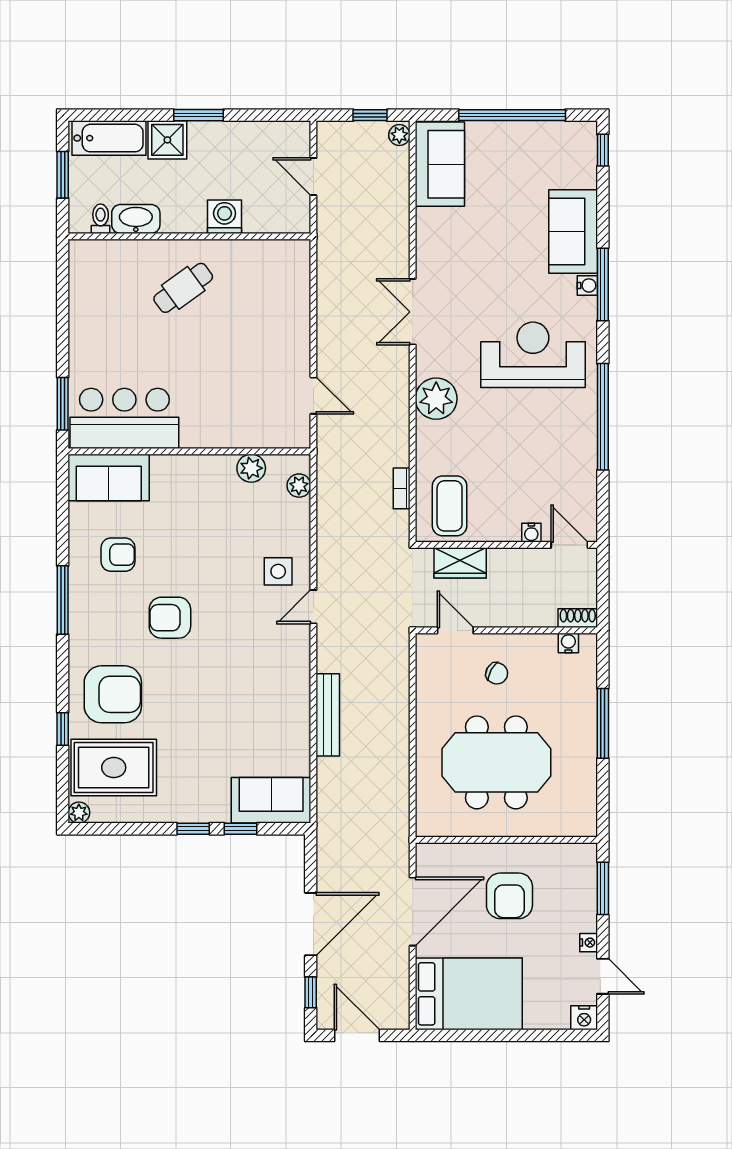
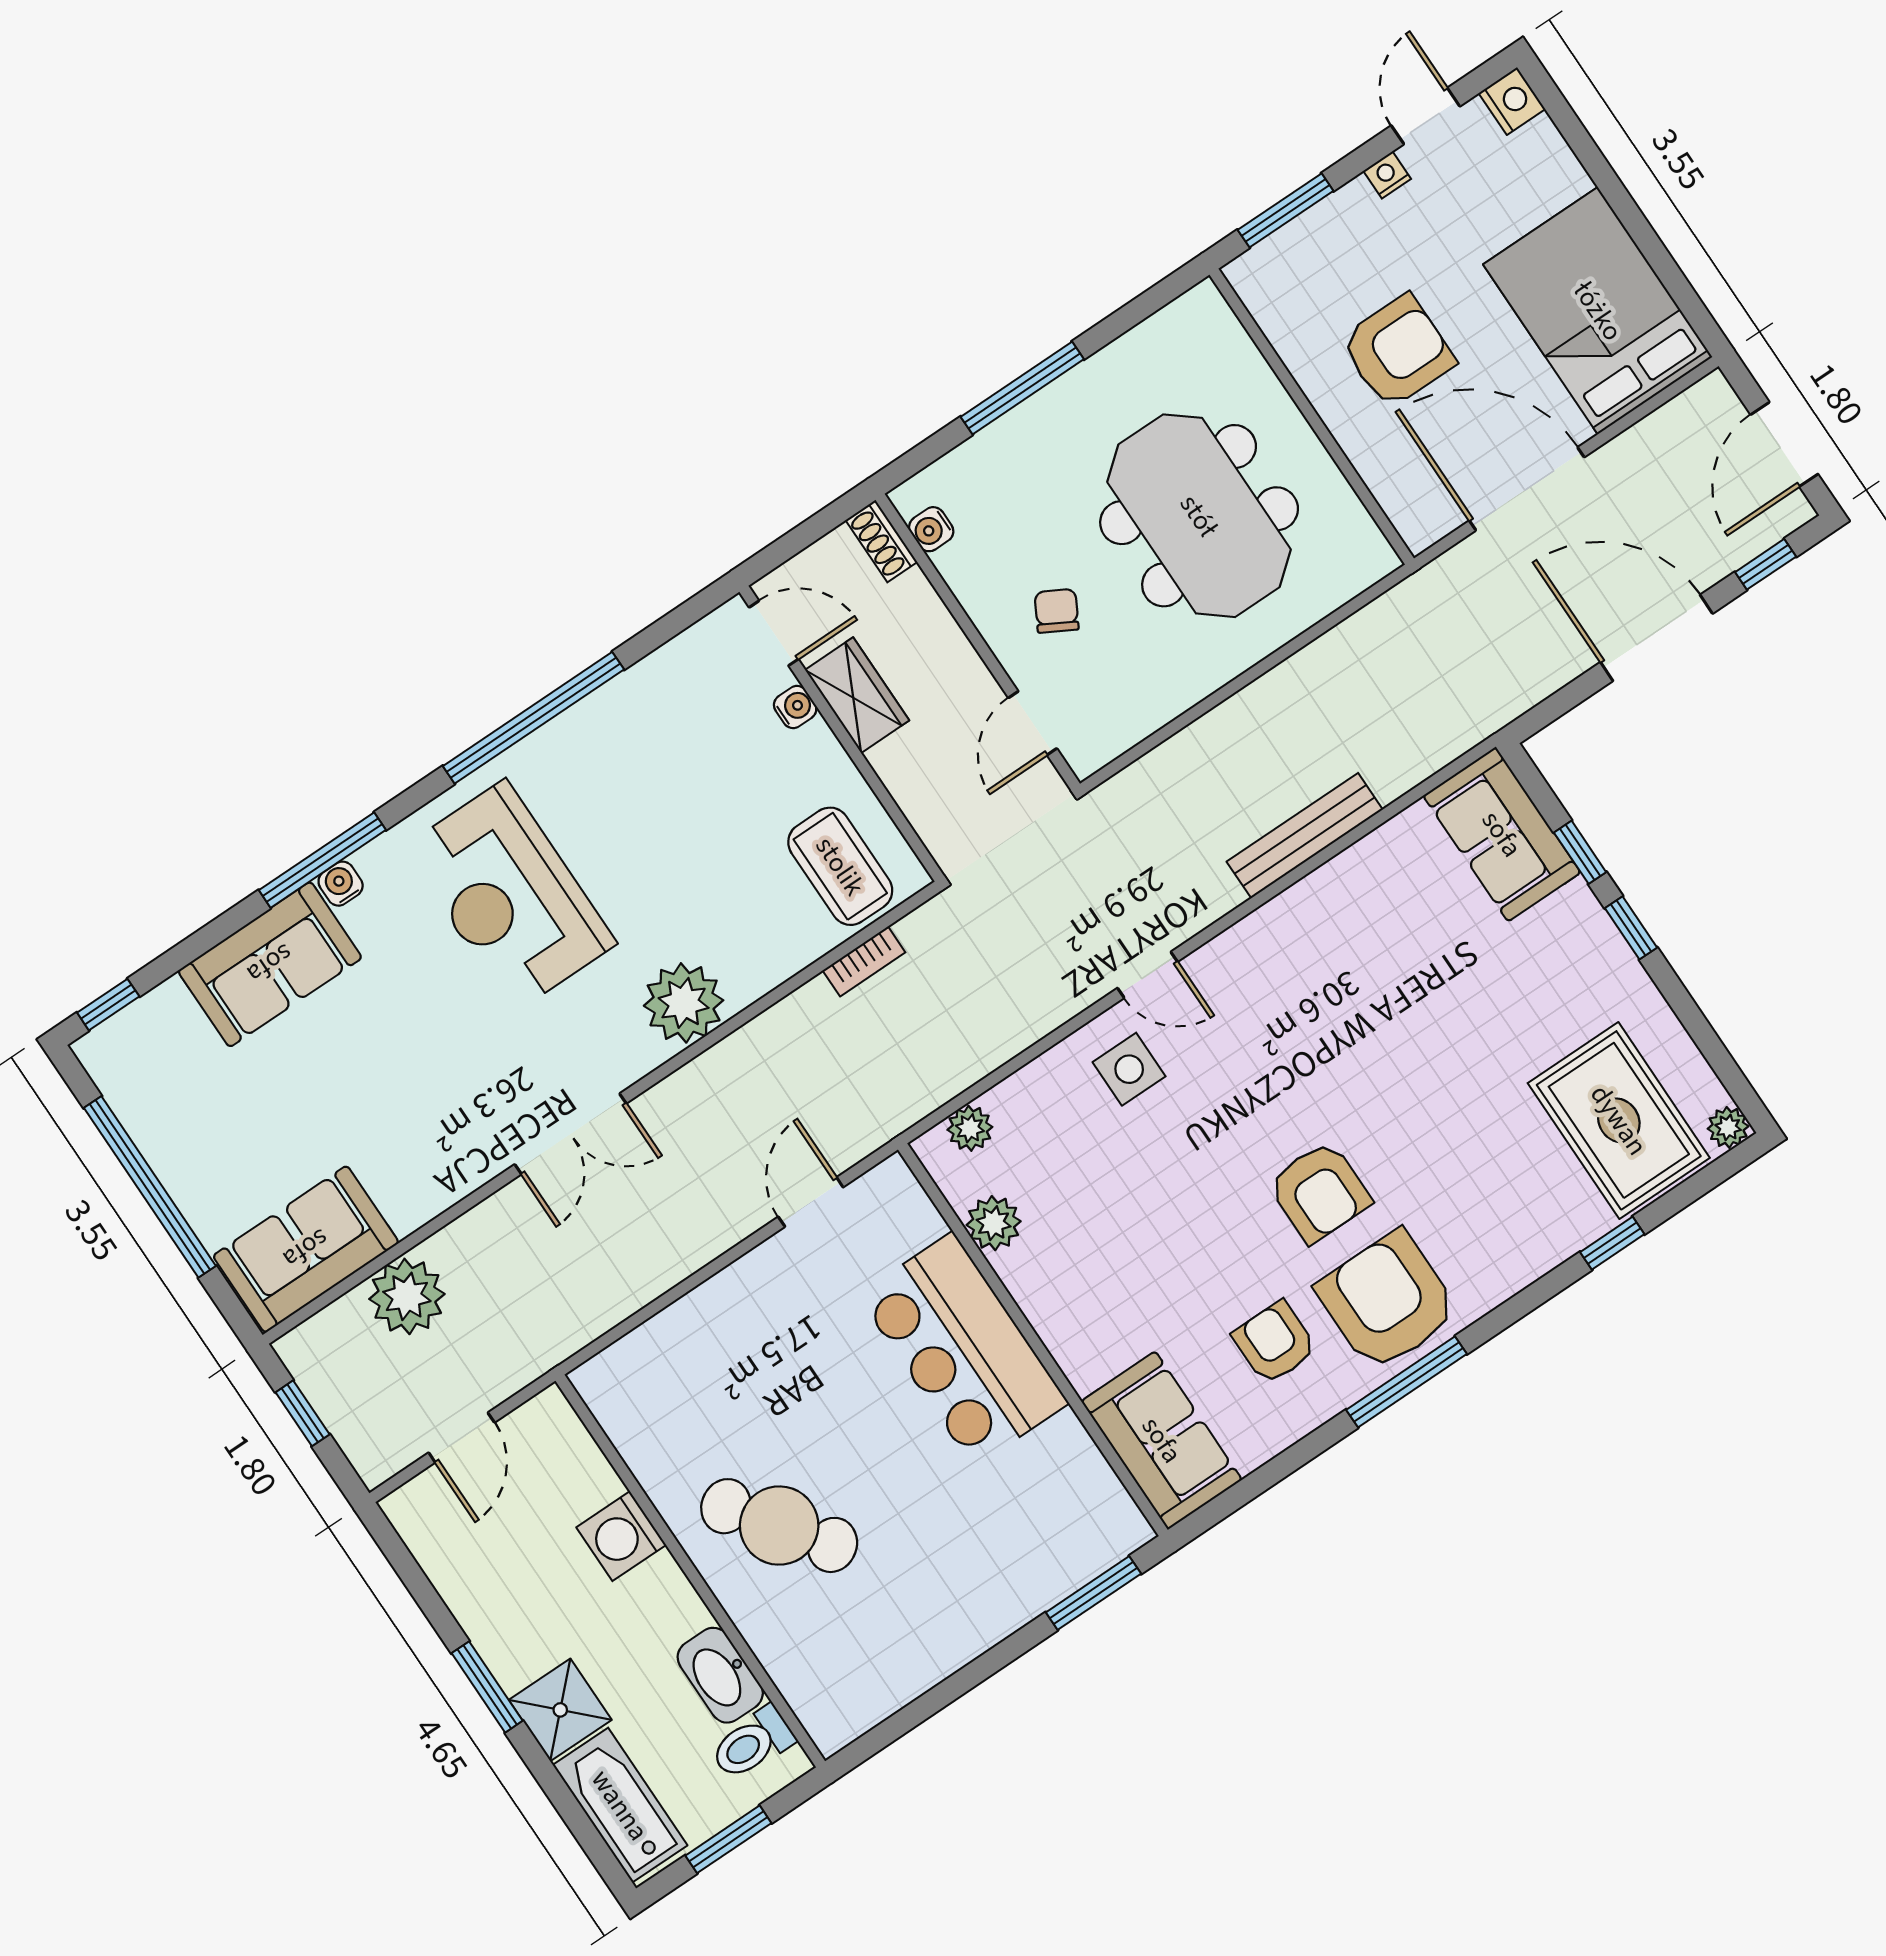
plant: (399, 135) -> (407, 1296), moved, width x1.88, depth x1.88
toilet: (101, 219) -> (752, 1743), width x1.37, depth x1.39
cafe table: (183, 288) -> (779, 1526), width x1.37, depth x1.35
bar counter: (124, 418) -> (963, 1349), moved
coffee table: (450, 506) -> (840, 866), turned 90
door: (569, 545) -> (774, 633), swing flipped
wardrobe: (460, 563) -> (857, 695), moved
armchair: (113, 694) -> (1387, 1301), moved

